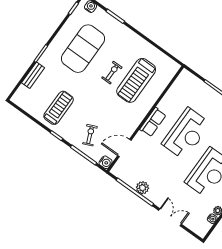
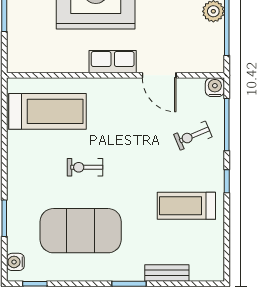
treadmill: (136, 80) -> (48, 111), moved
door: (124, 148) -> (159, 75), moved

